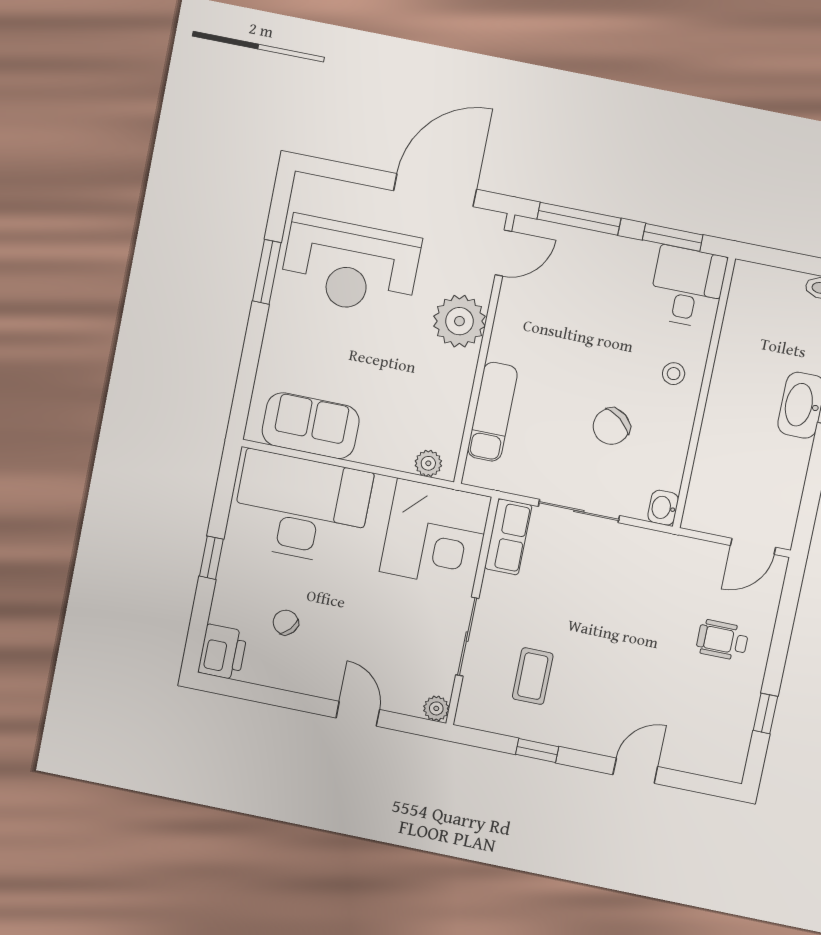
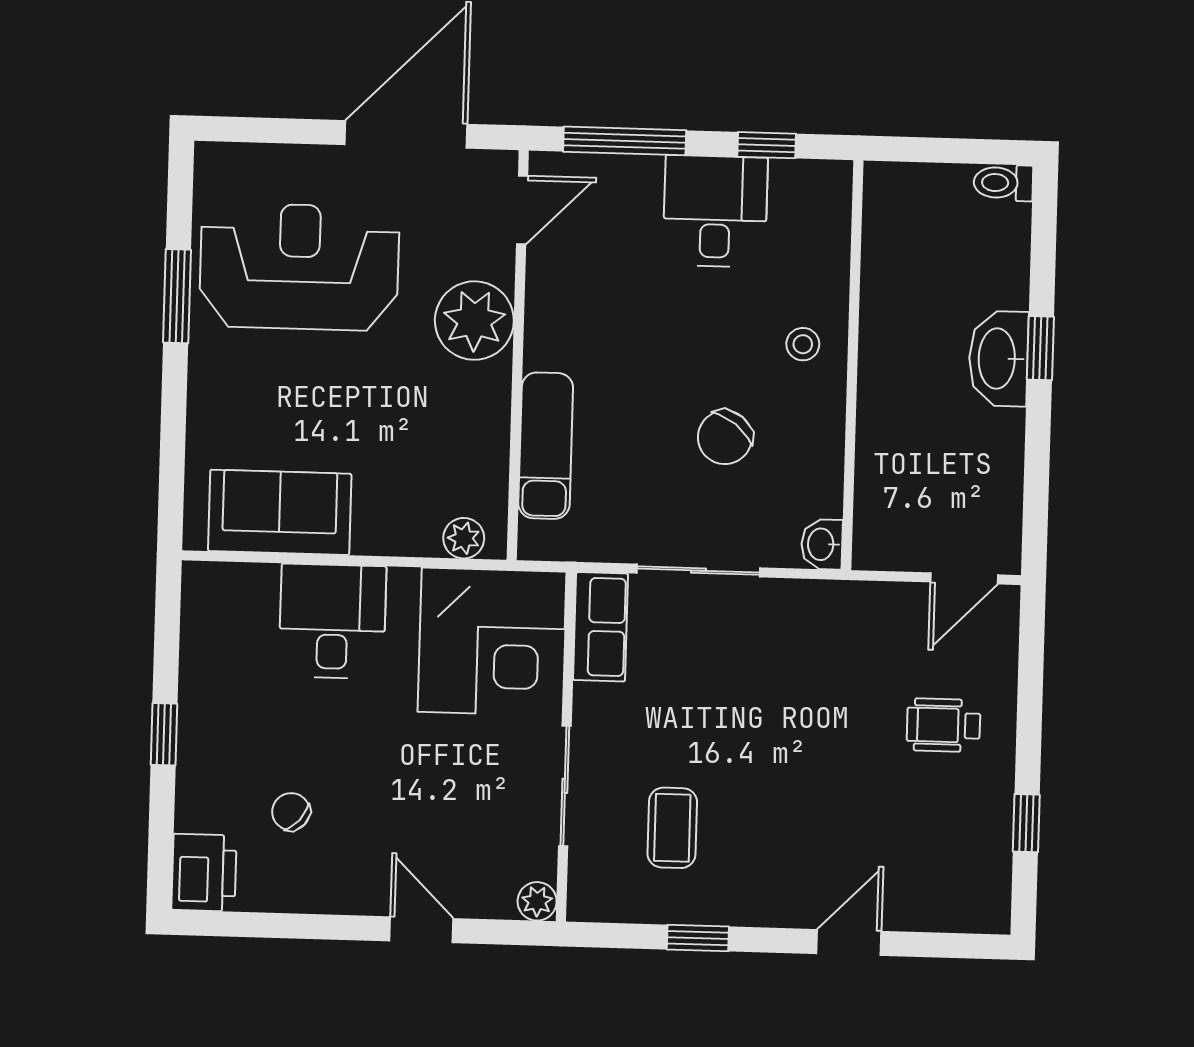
window: (673, 237) -> (767, 145), width x0.67
reception desk: (350, 266) -> (299, 267), turned 180
desk: (687, 287) -> (715, 211), moved
desk: (302, 508) -> (332, 621), width x0.53, depth x0.77

